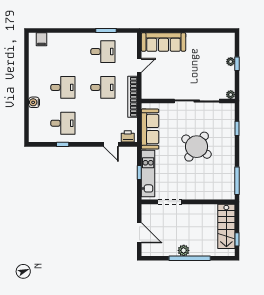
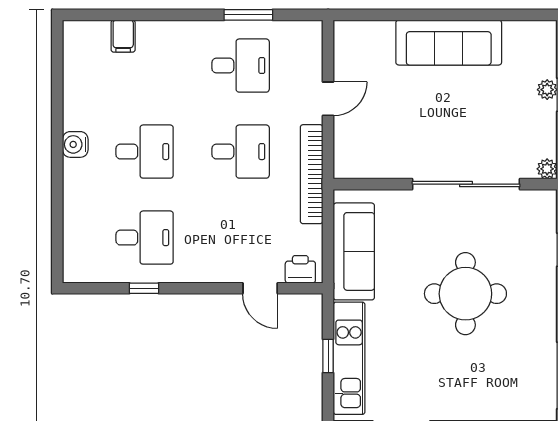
filing cabinet: (41, 39) -> (123, 36), moved
sofa: (164, 42) -> (449, 43), moved
water cooler: (34, 102) -> (75, 144), moved
round table: (197, 147) -> (465, 294), turned -36

